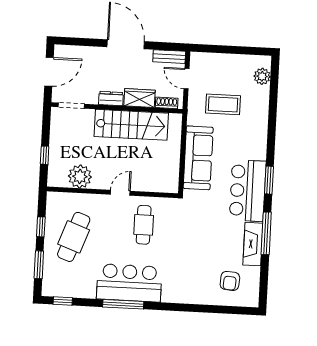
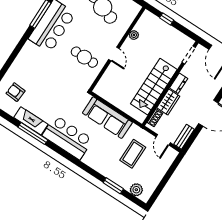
door: (187, 79) -> (163, 140), swing flipped
plant: (80, 176) -> (134, 35), width x0.53, depth x0.53
window: (269, 180) -> (113, 186), moved

